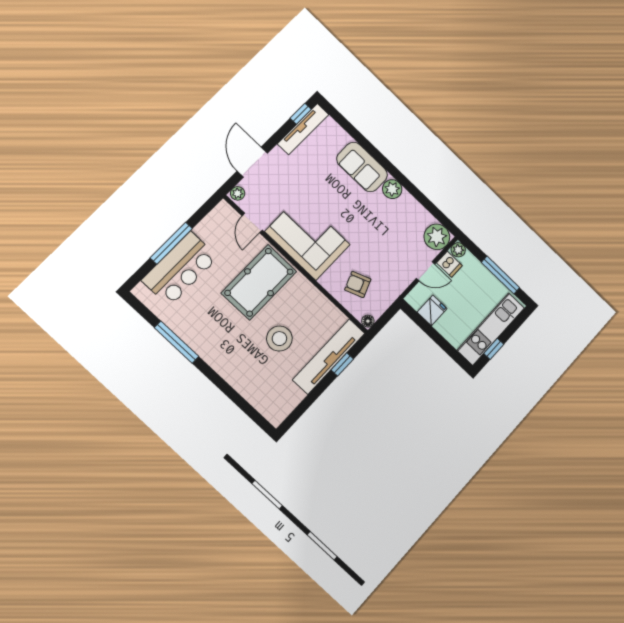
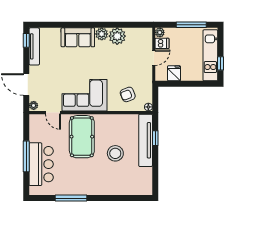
plant: (437, 237) -> (117, 36), moved

